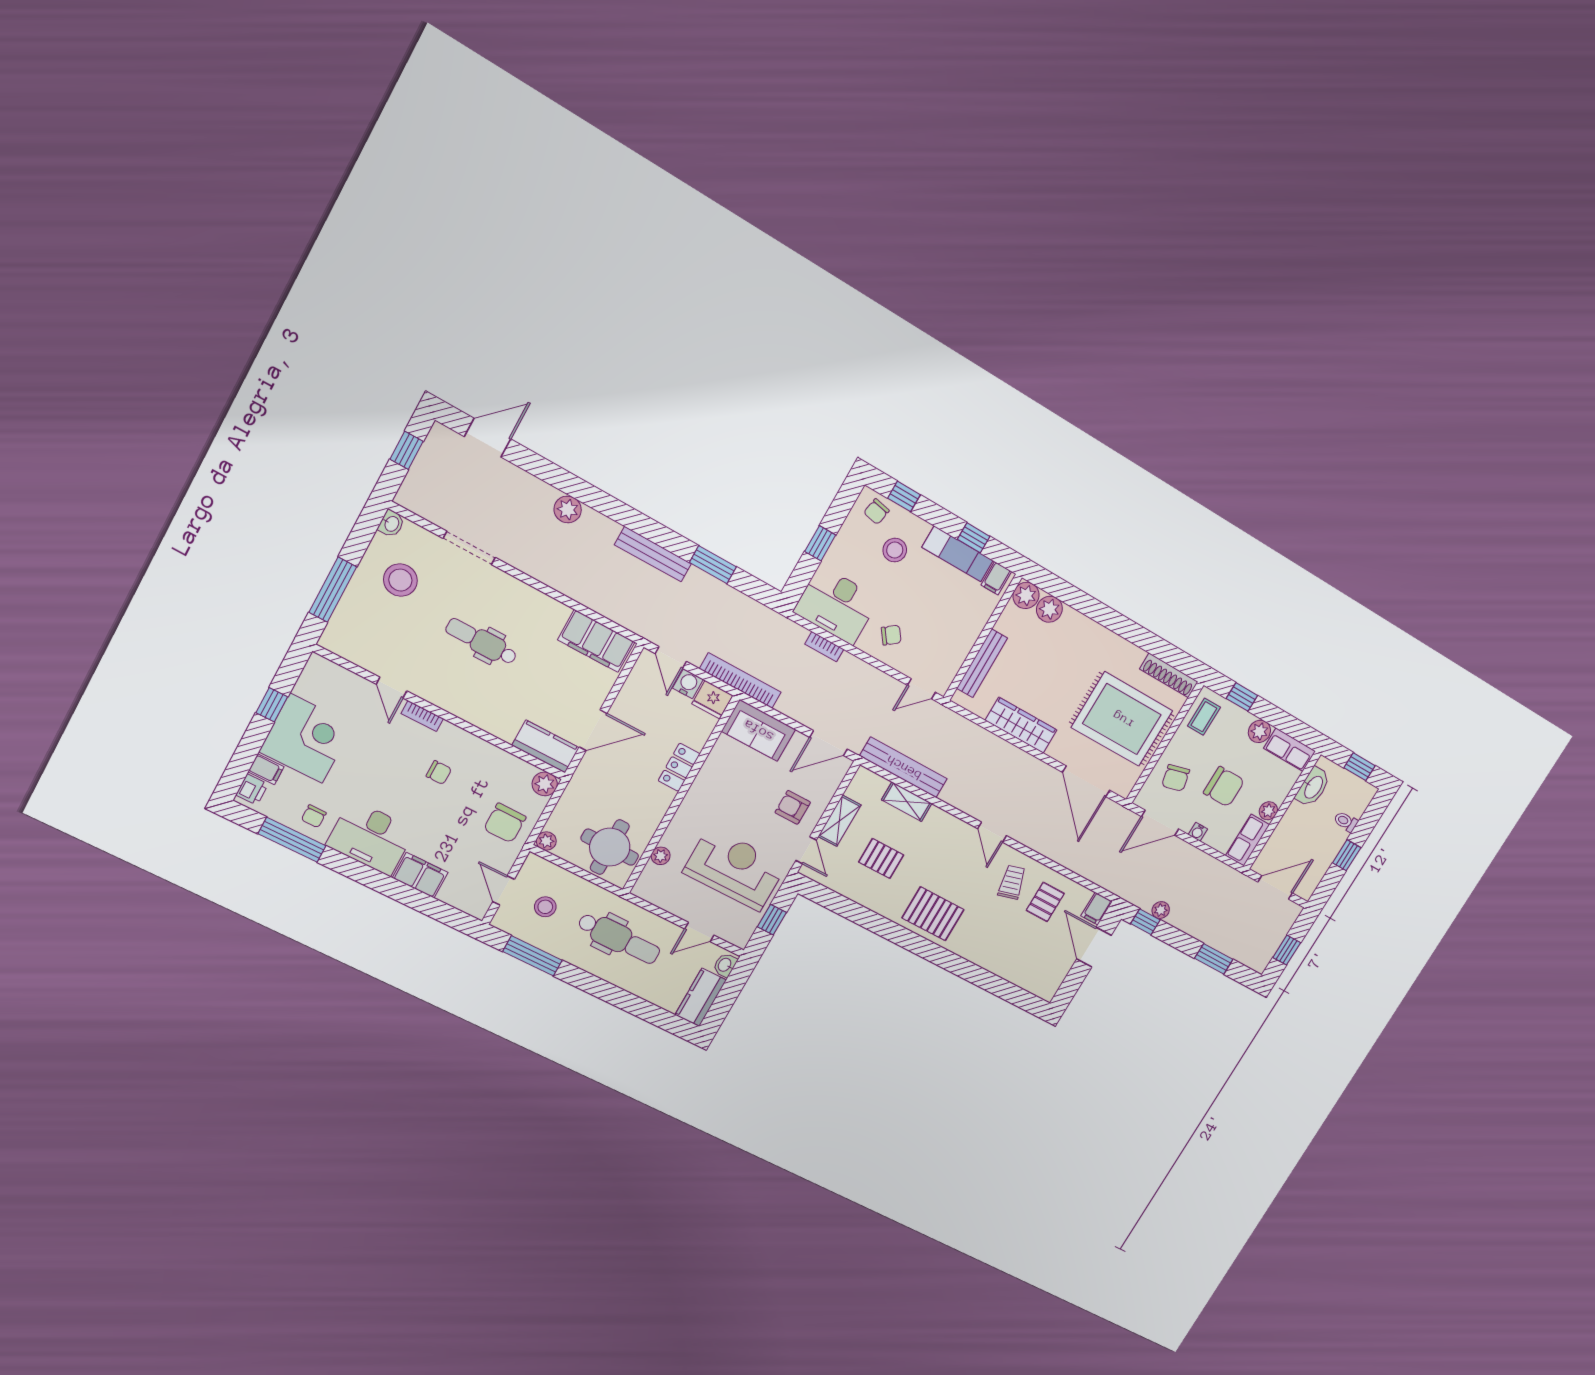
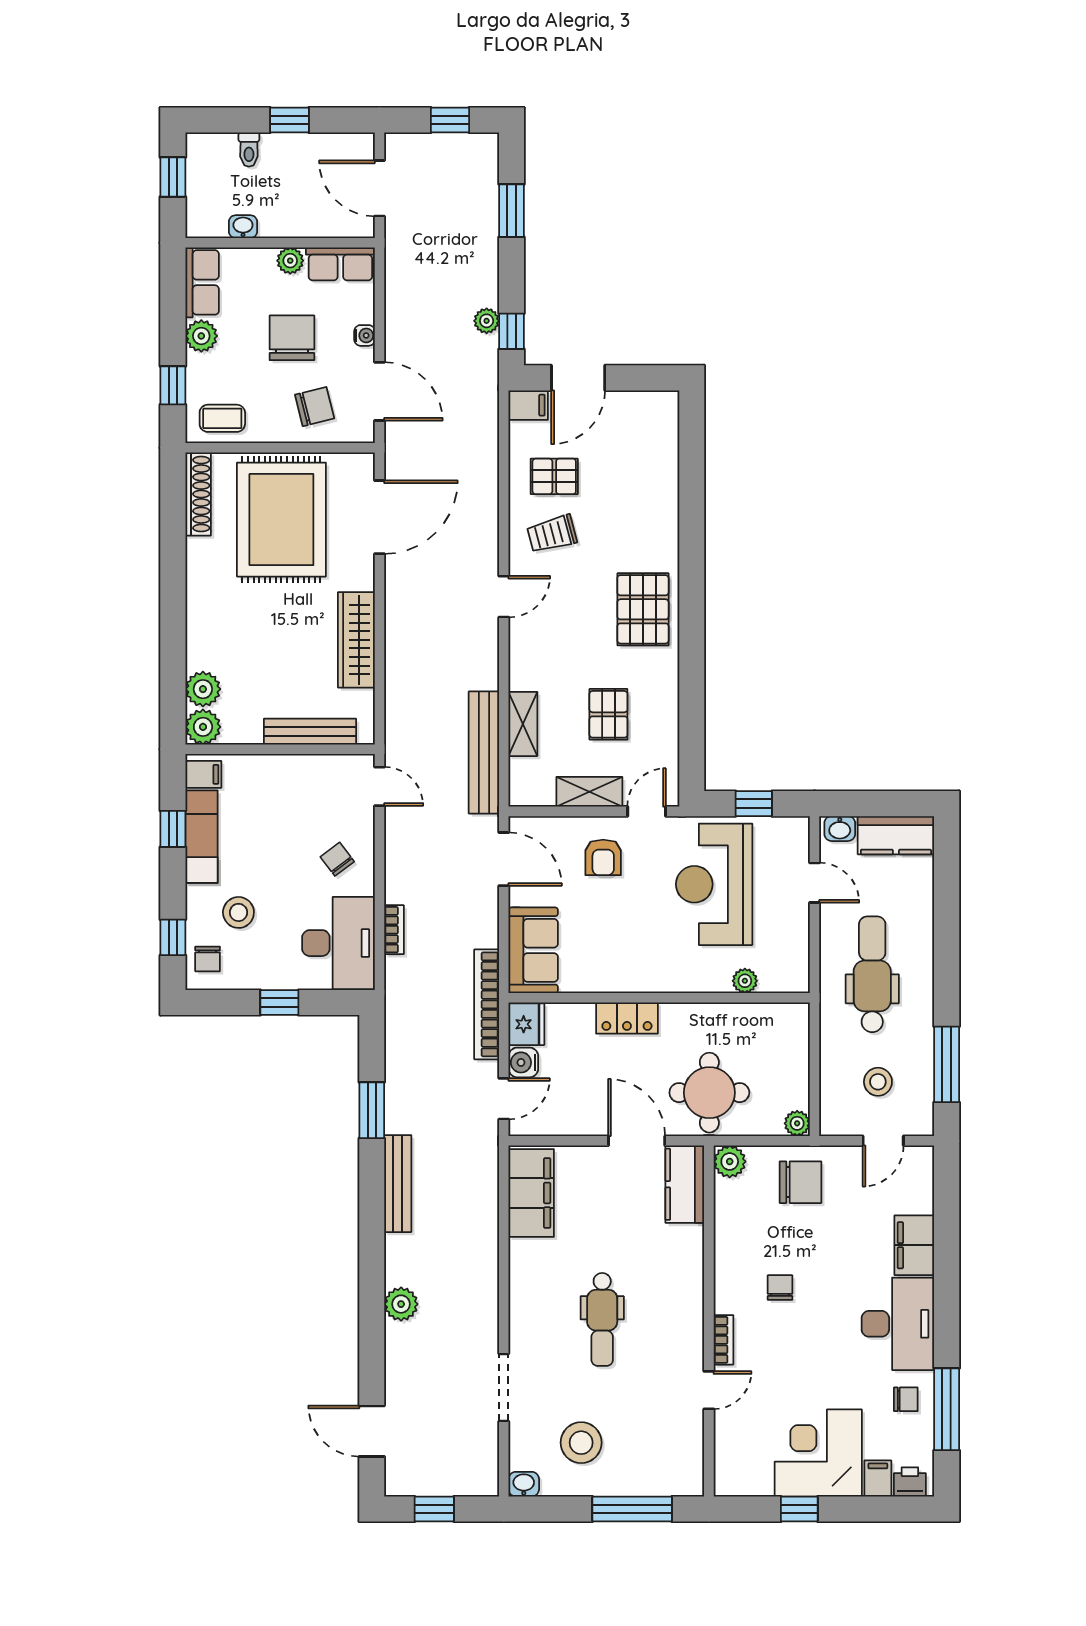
chair: (876, 512) -> (208, 959), turned 79
washbasin: (1313, 787) -> (243, 227), width x0.52, depth x0.69
round table: (610, 847) -> (709, 1093), moved

